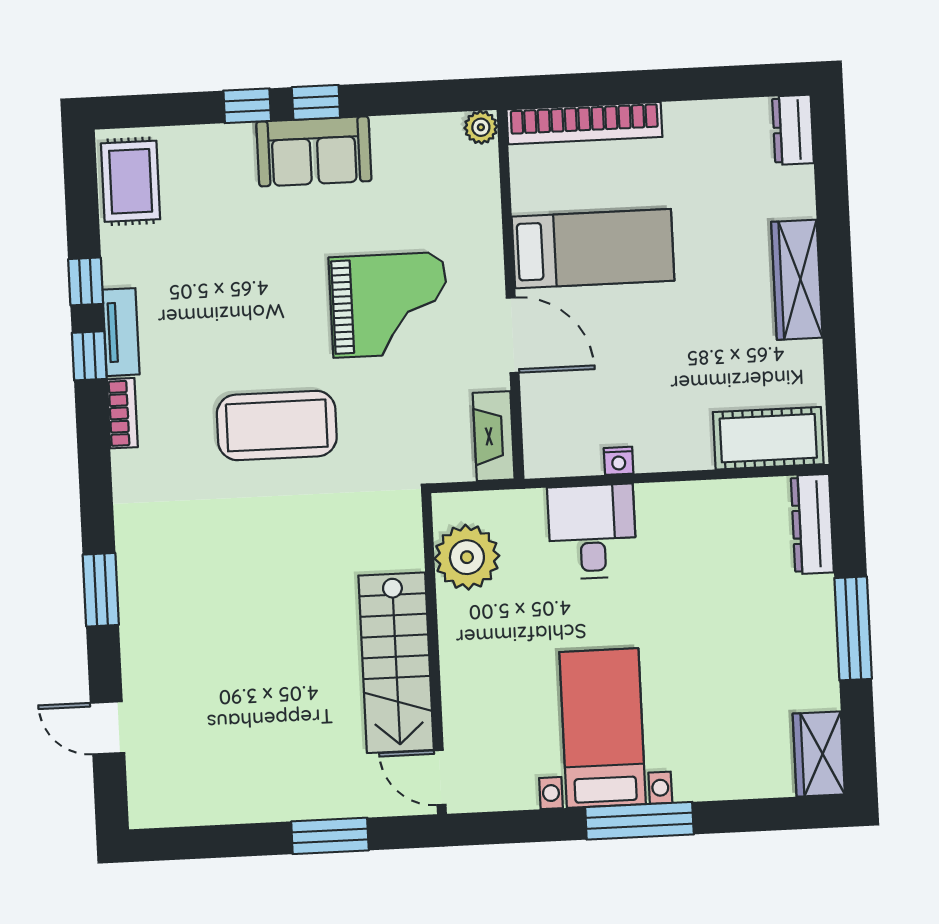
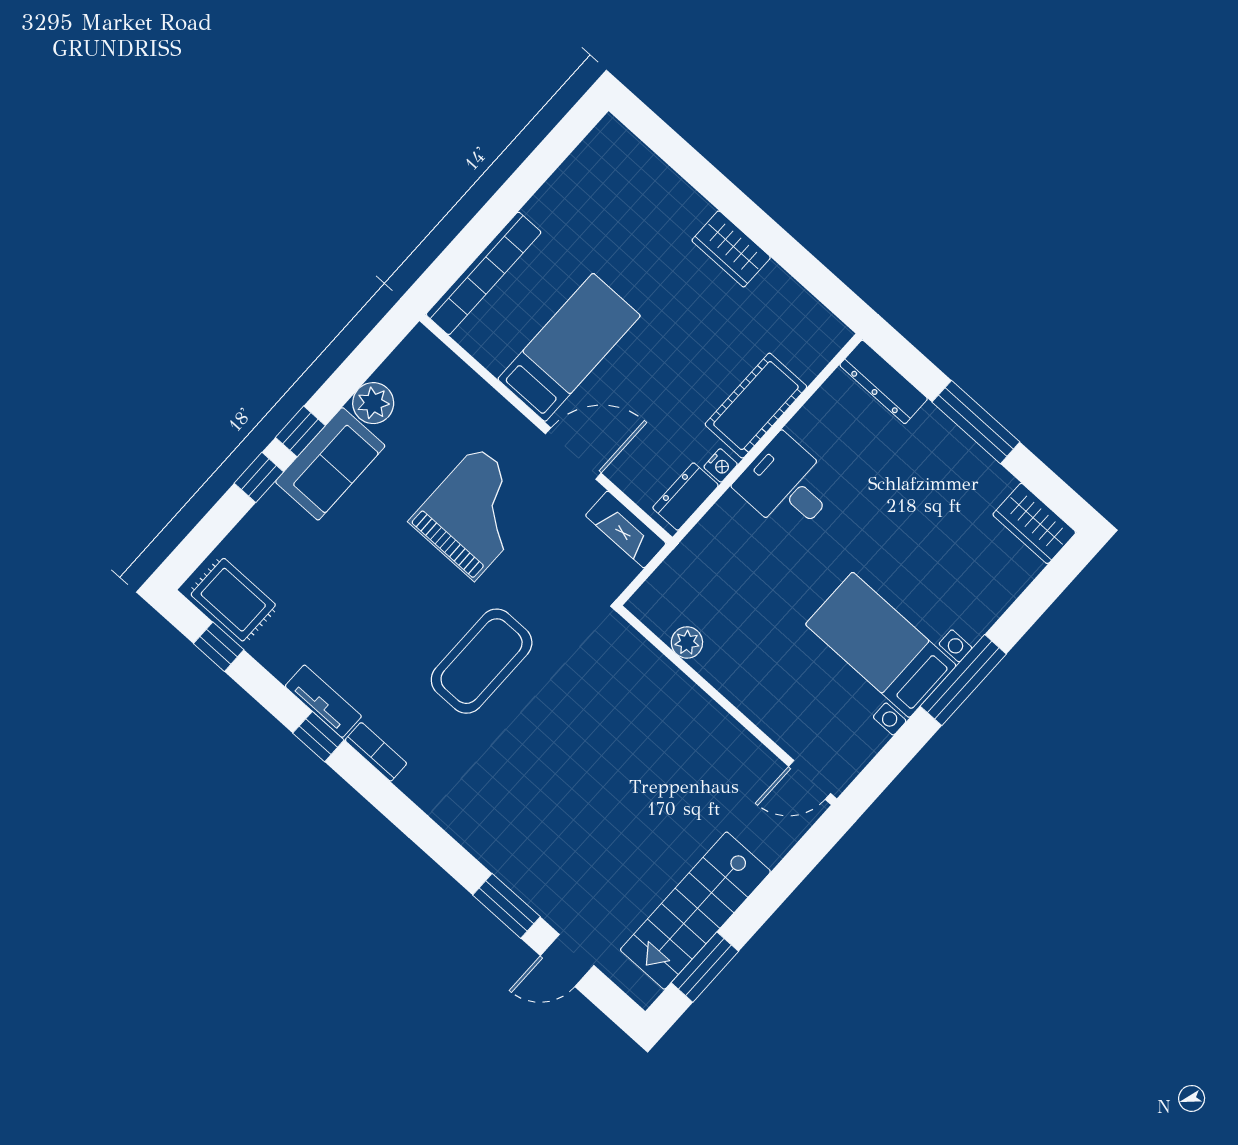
plant: (481, 127) -> (373, 403), moved, width x1.38, depth x1.38
dresser: (793, 130) -> (685, 497), moved, turned 90
wardrobe: (797, 280) -> (731, 249), width x0.67
window: (86, 281) -> (219, 647), moved
cot: (768, 438) -> (756, 406), moved
desk: (592, 532) -> (787, 485), moved
plant: (467, 557) -> (687, 642), width x0.53, depth x0.53
window: (101, 590) -> (506, 906), moved
stairs: (396, 663) -> (695, 911), moved, turned 90
window: (330, 836) -> (705, 967), moved

